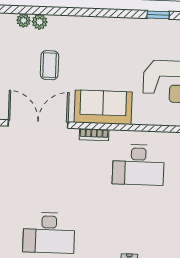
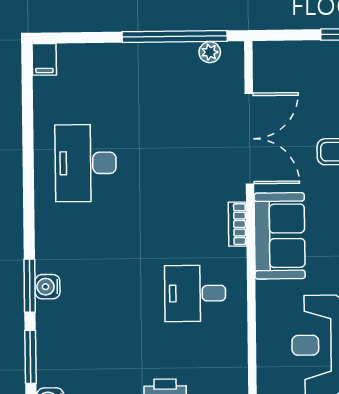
desk: (138, 165) -> (195, 293), width x0.73

